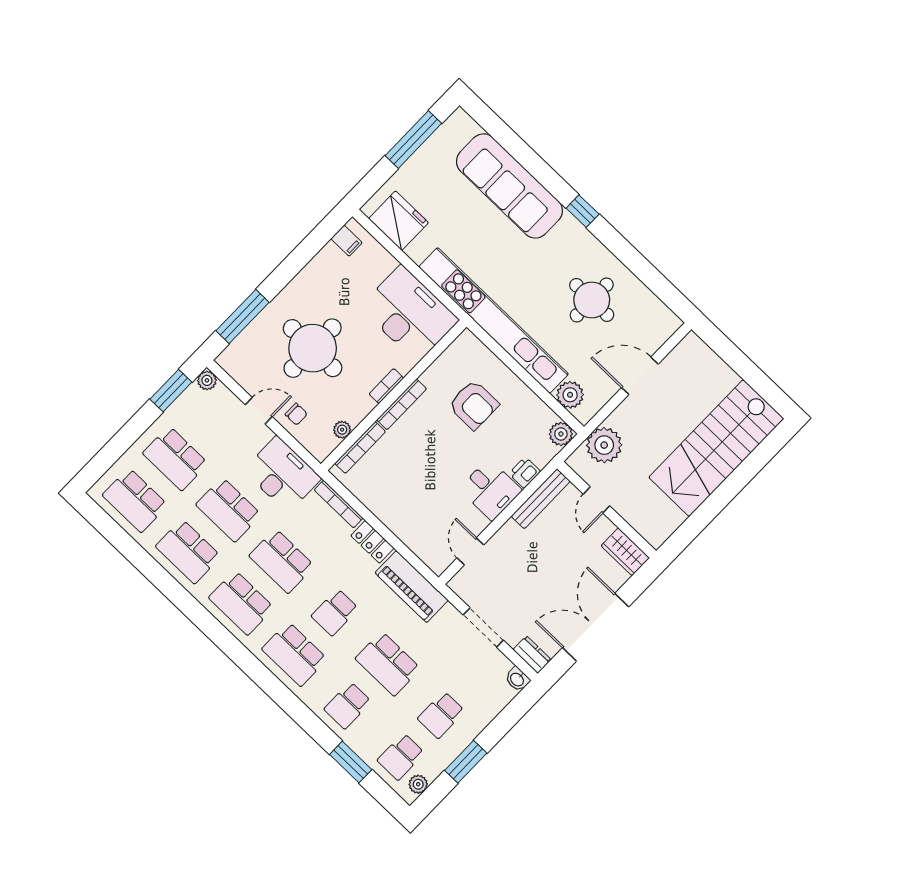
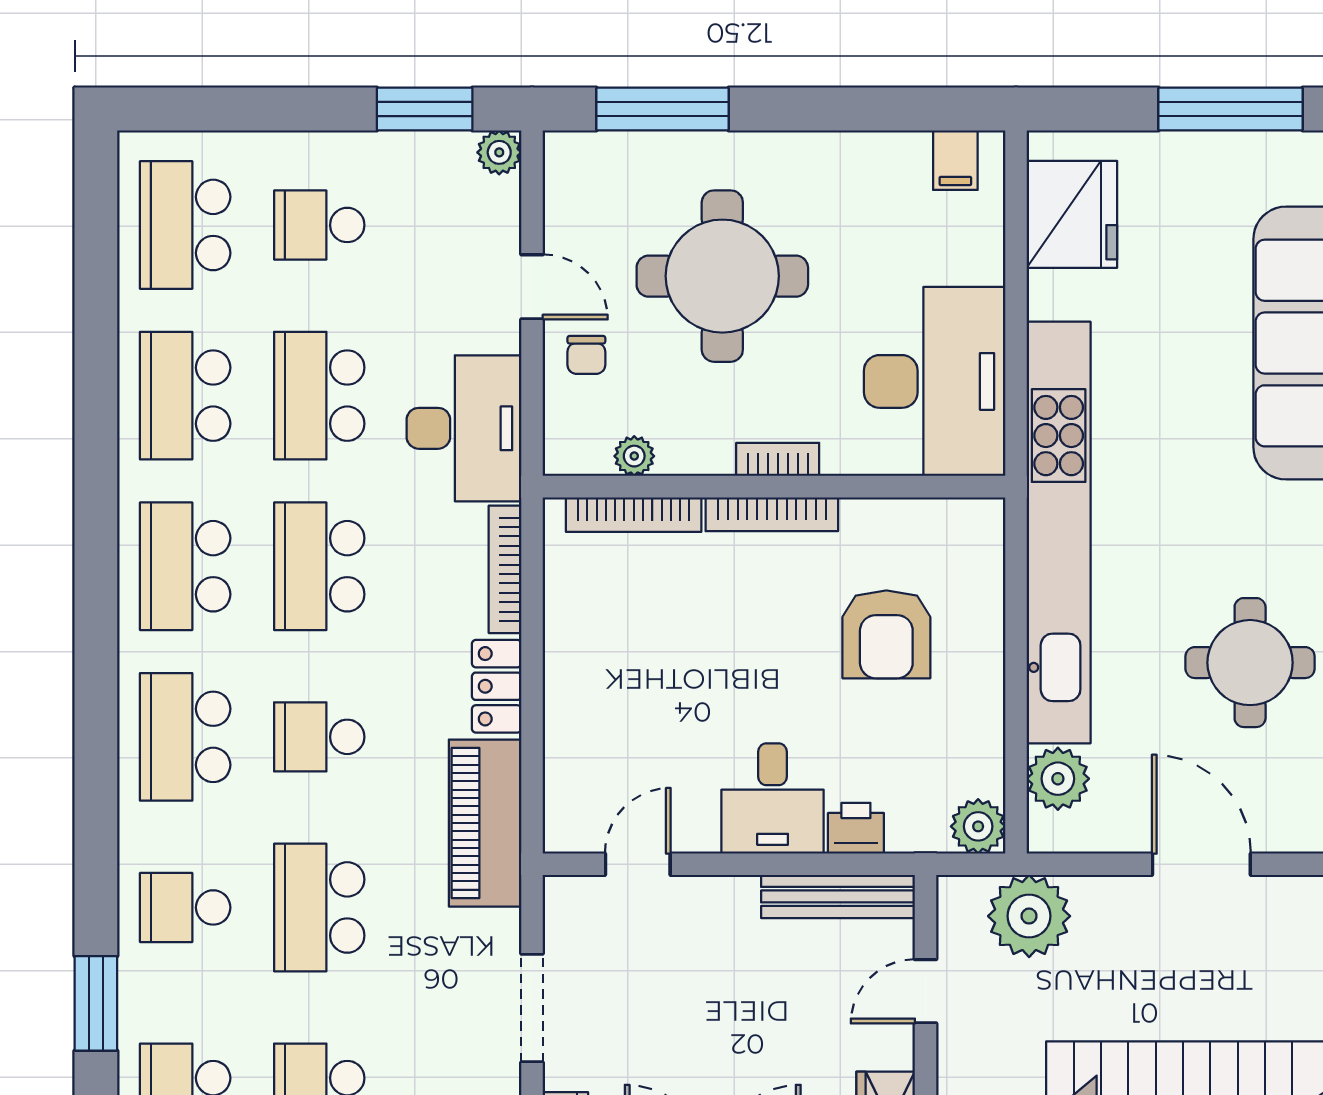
school desk: (175, 458) -> (319, 225), width x0.54

